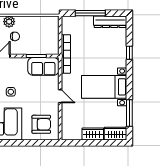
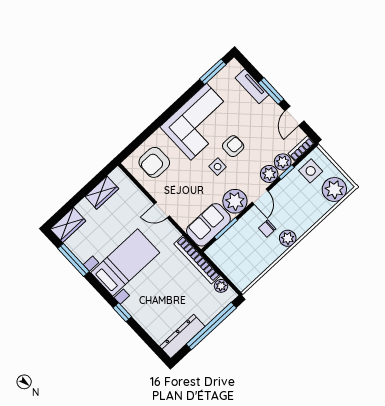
window: (90, 13) -> (211, 326), width x1.46
plant: (66, 29) -> (221, 286), added
window: (129, 53) -> (122, 312), moved
plant: (18, 66) -> (235, 201), added
wardrobe: (93, 134) -> (102, 193), moved

